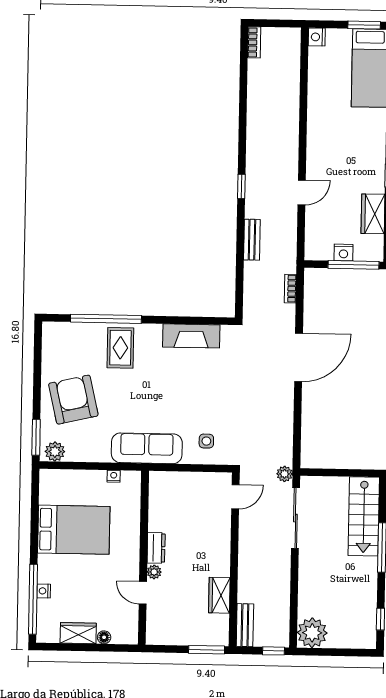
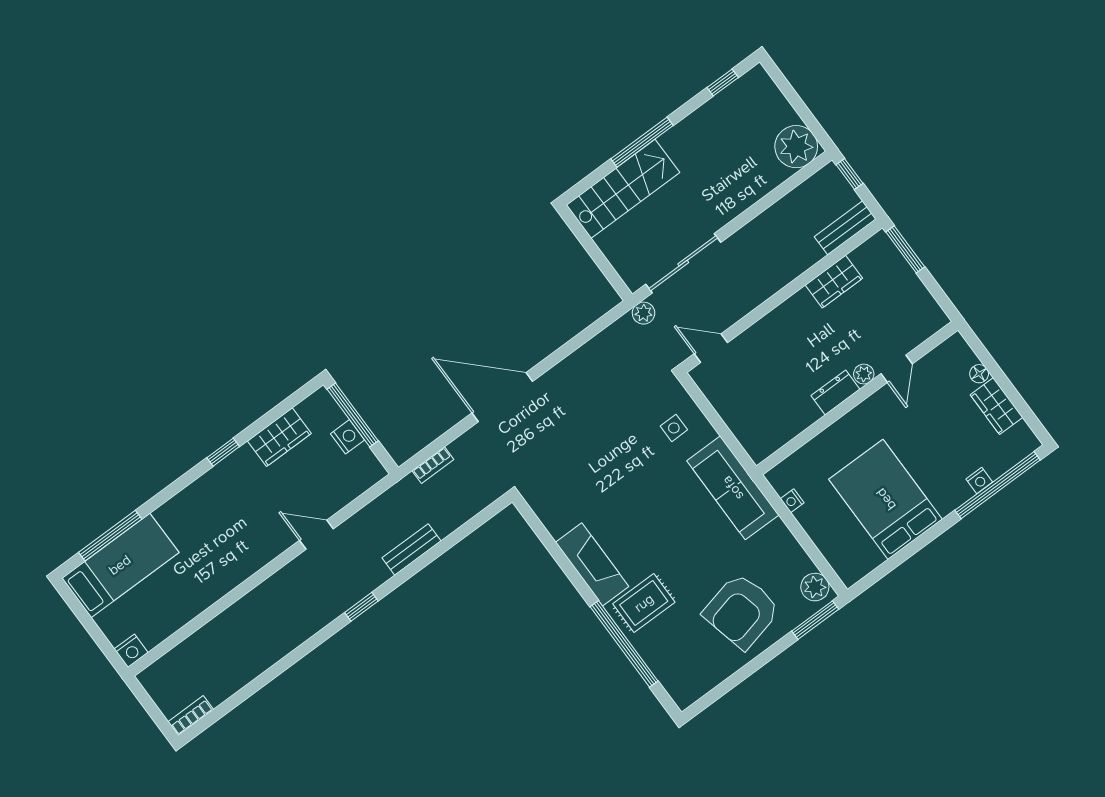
window: (364, 25) -> (77, 608), removed
fireplace: (191, 336) -> (592, 564), moved

